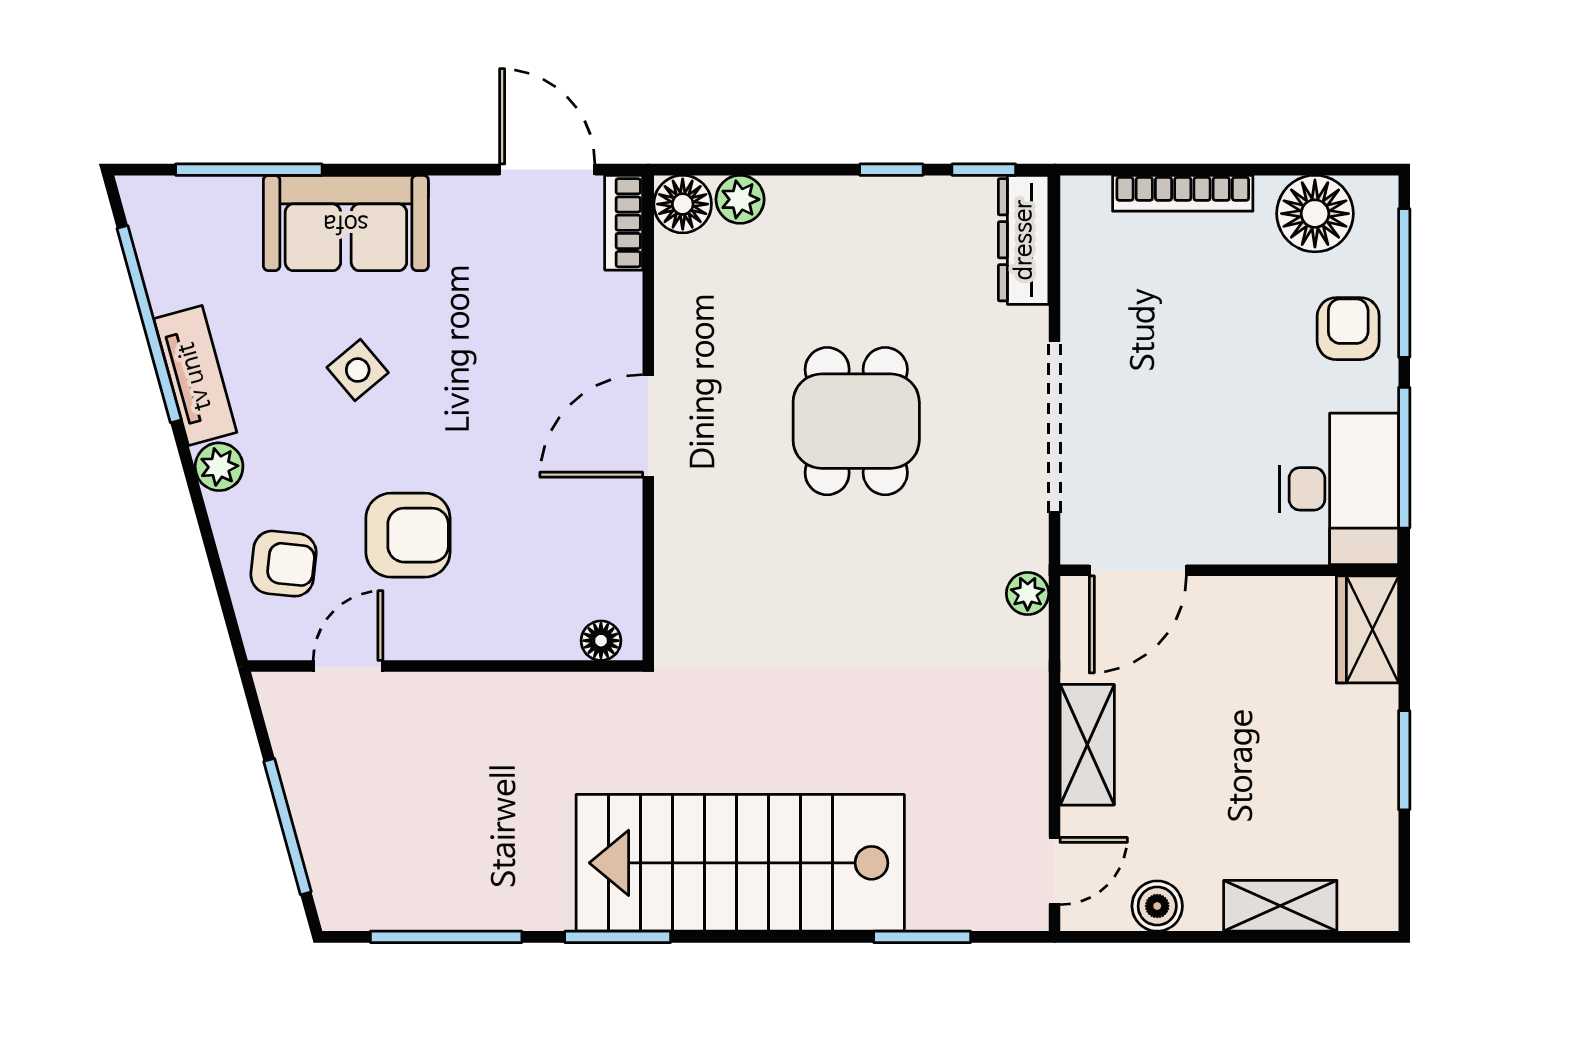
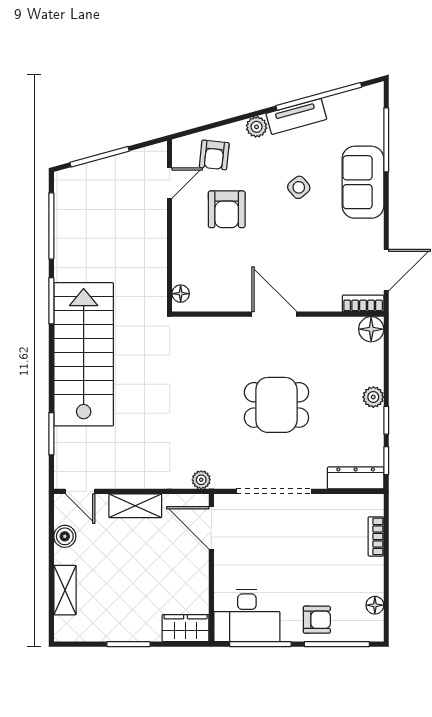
bookcase: (1183, 193) -> (376, 536), width x0.64
plant: (740, 199) -> (373, 397), moved
floor lamp: (1315, 214) -> (375, 605), width x0.53, depth x0.53
door: (348, 666) -> (170, 183), hinge flipped

